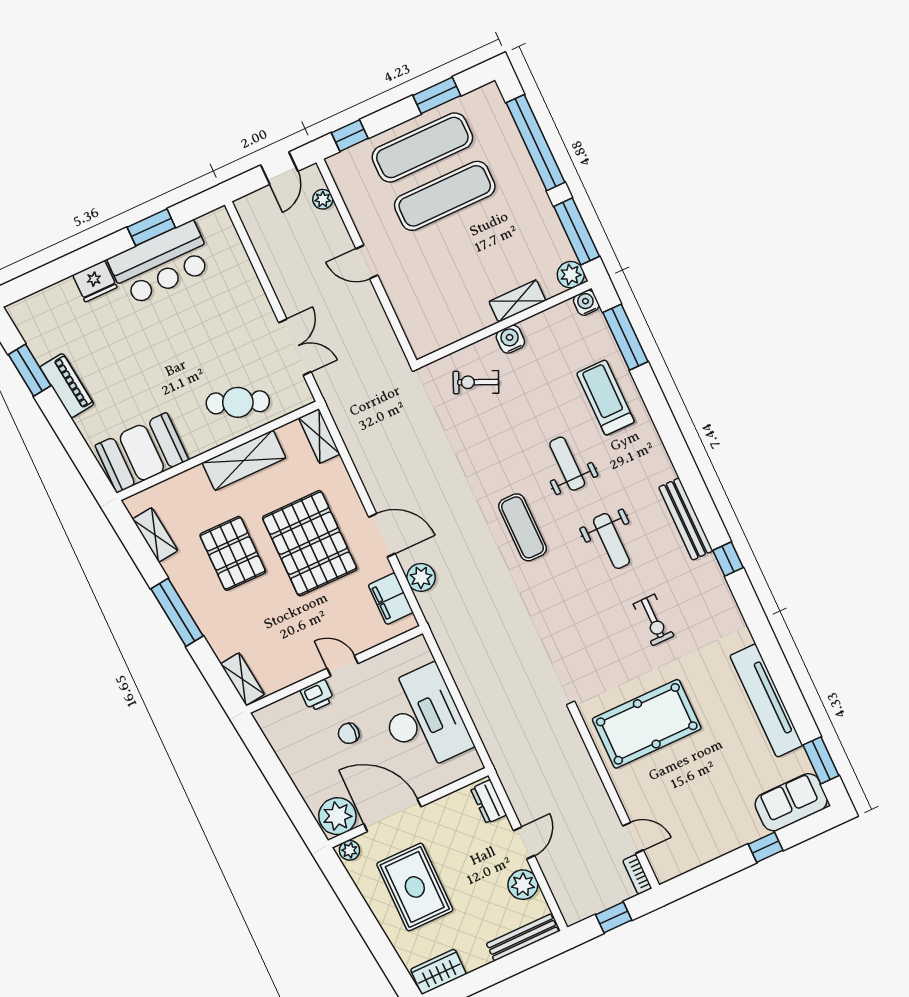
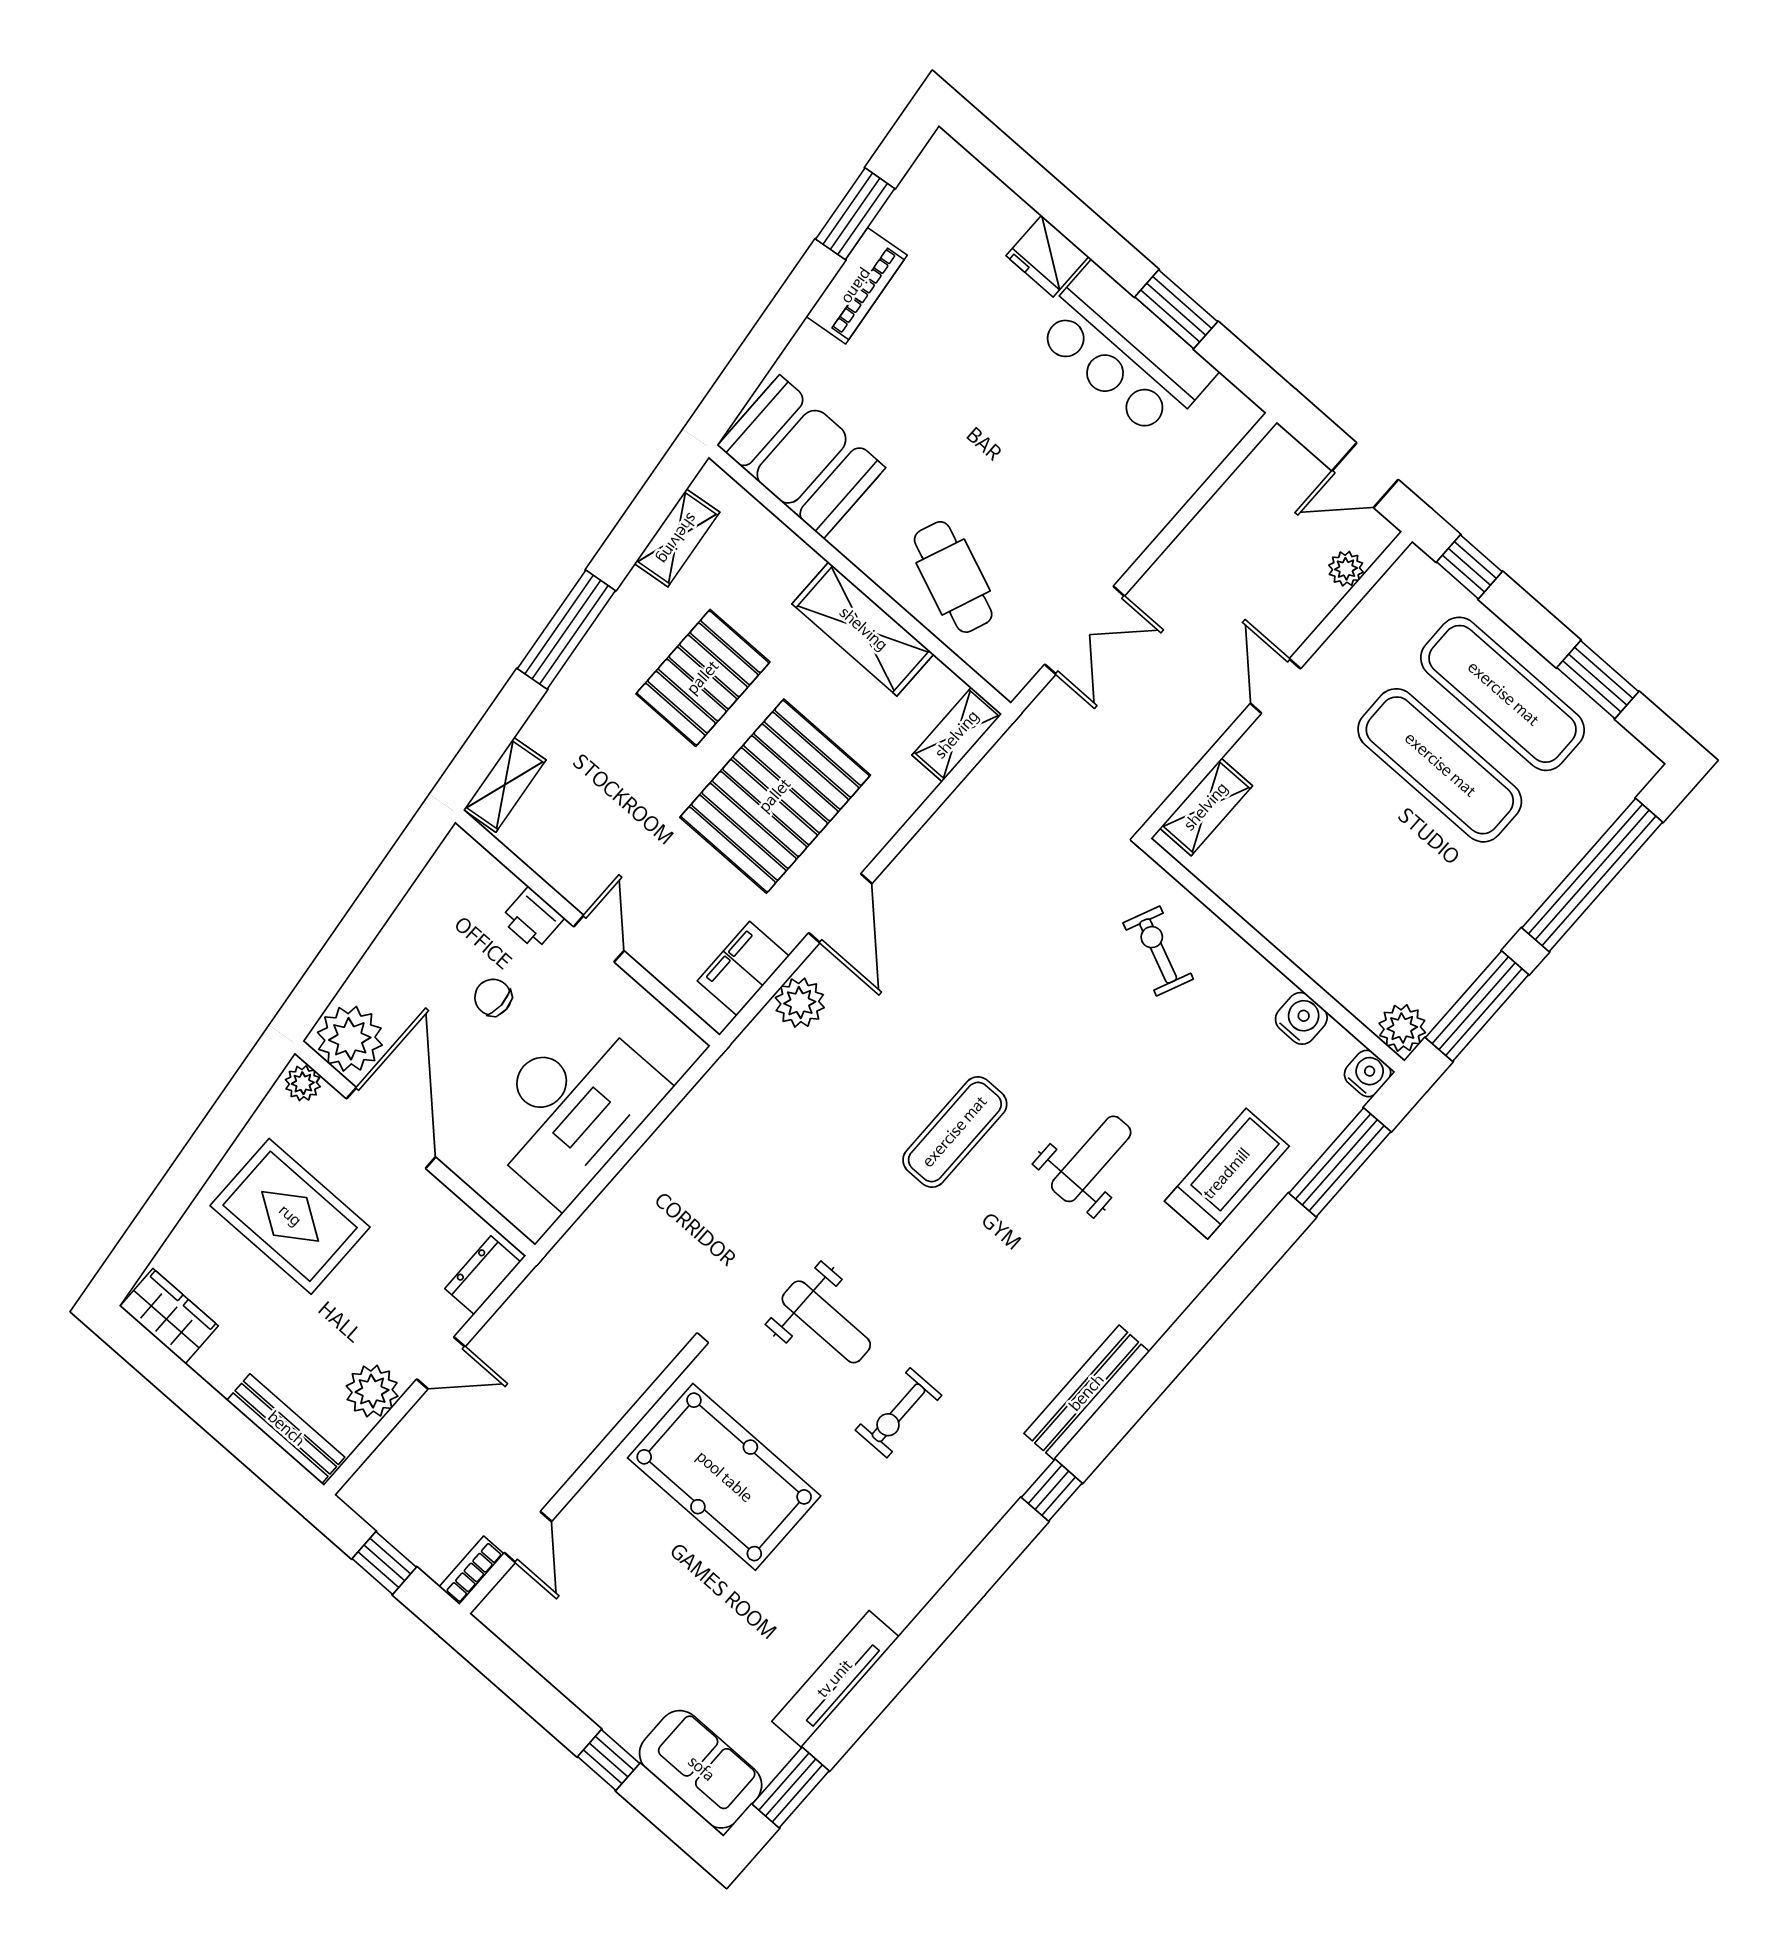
shelving: (517, 301) -> (1206, 807), moved, turned 90
water cooler: (510, 339) -> (1301, 1018), moved
weight bench: (611, 541) -> (826, 1322), moved, turned -90
tv unit: (766, 700) -> (835, 1679), width x0.73, depth x0.78
rug: (415, 887) -> (290, 1216), turned 90

